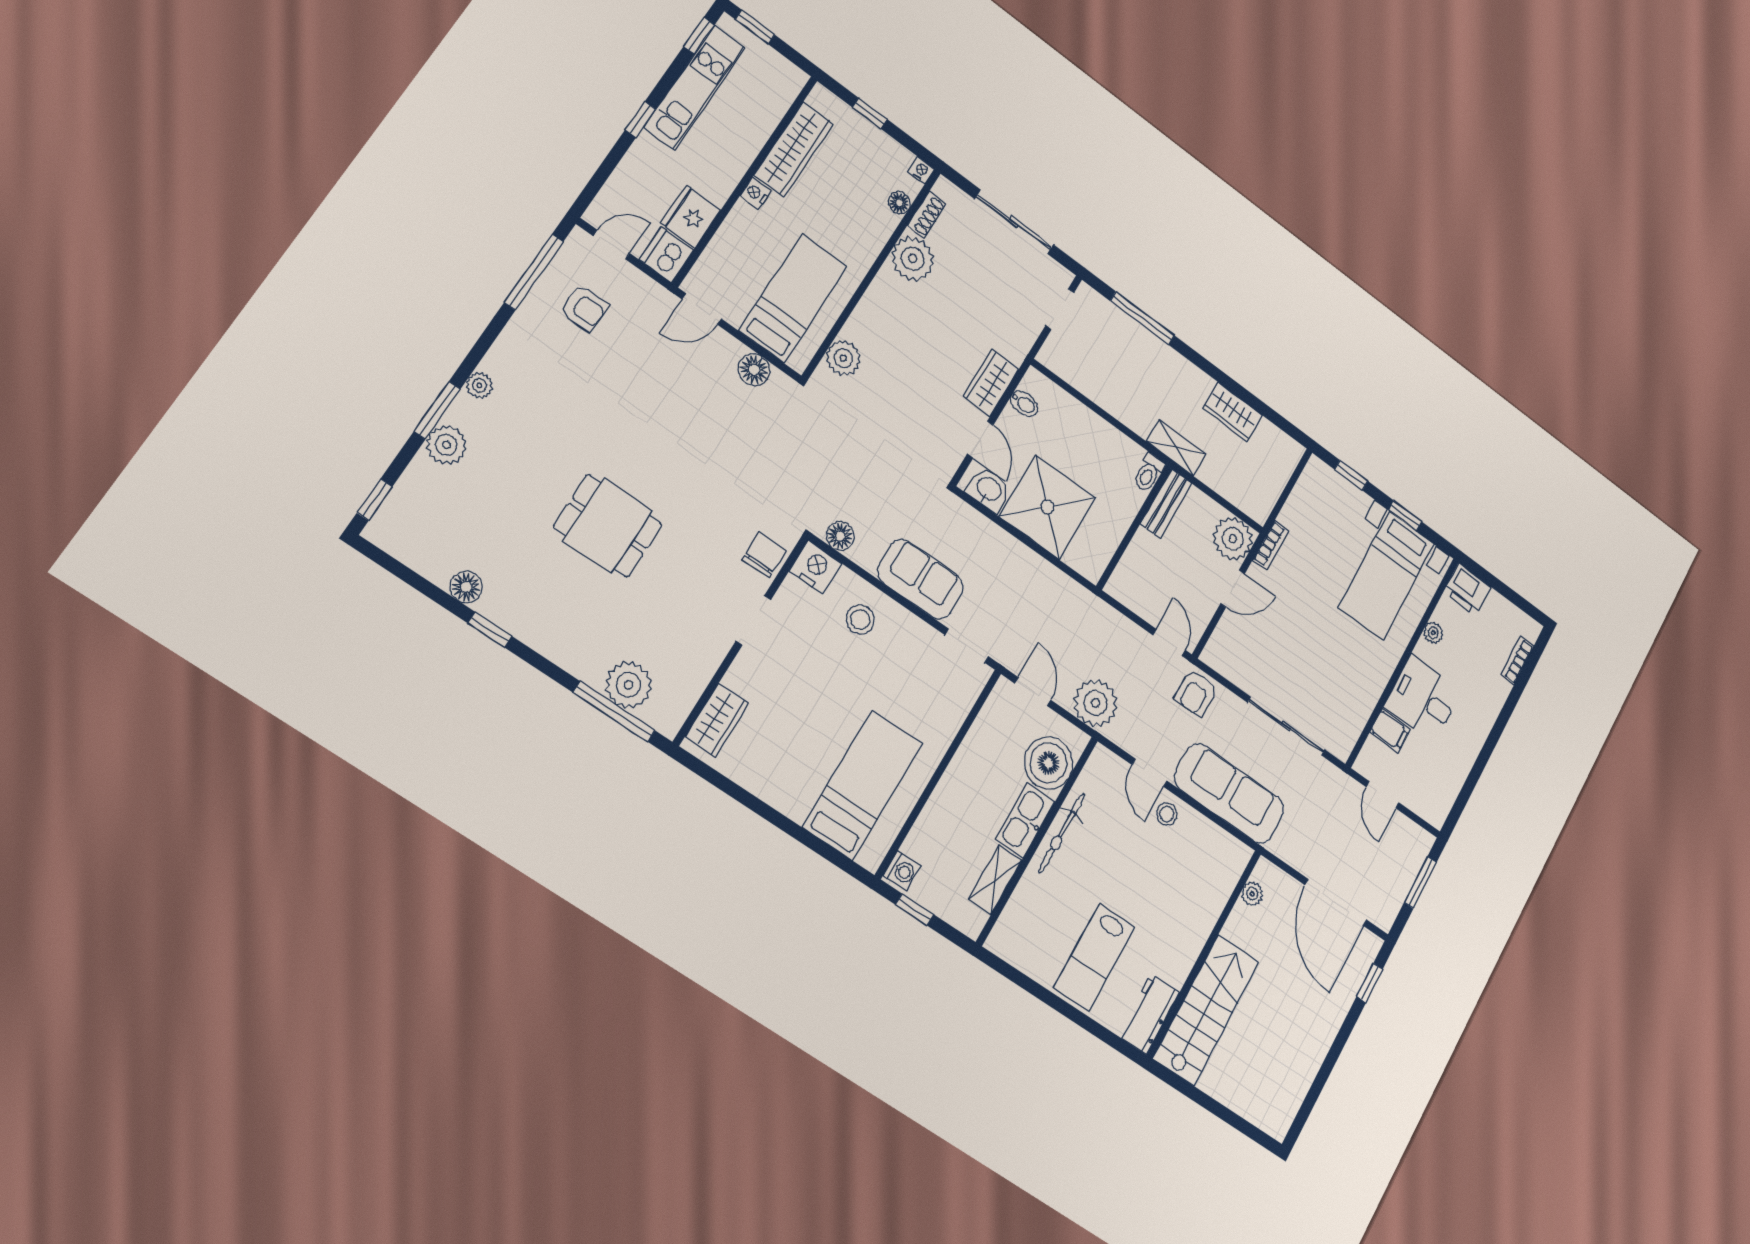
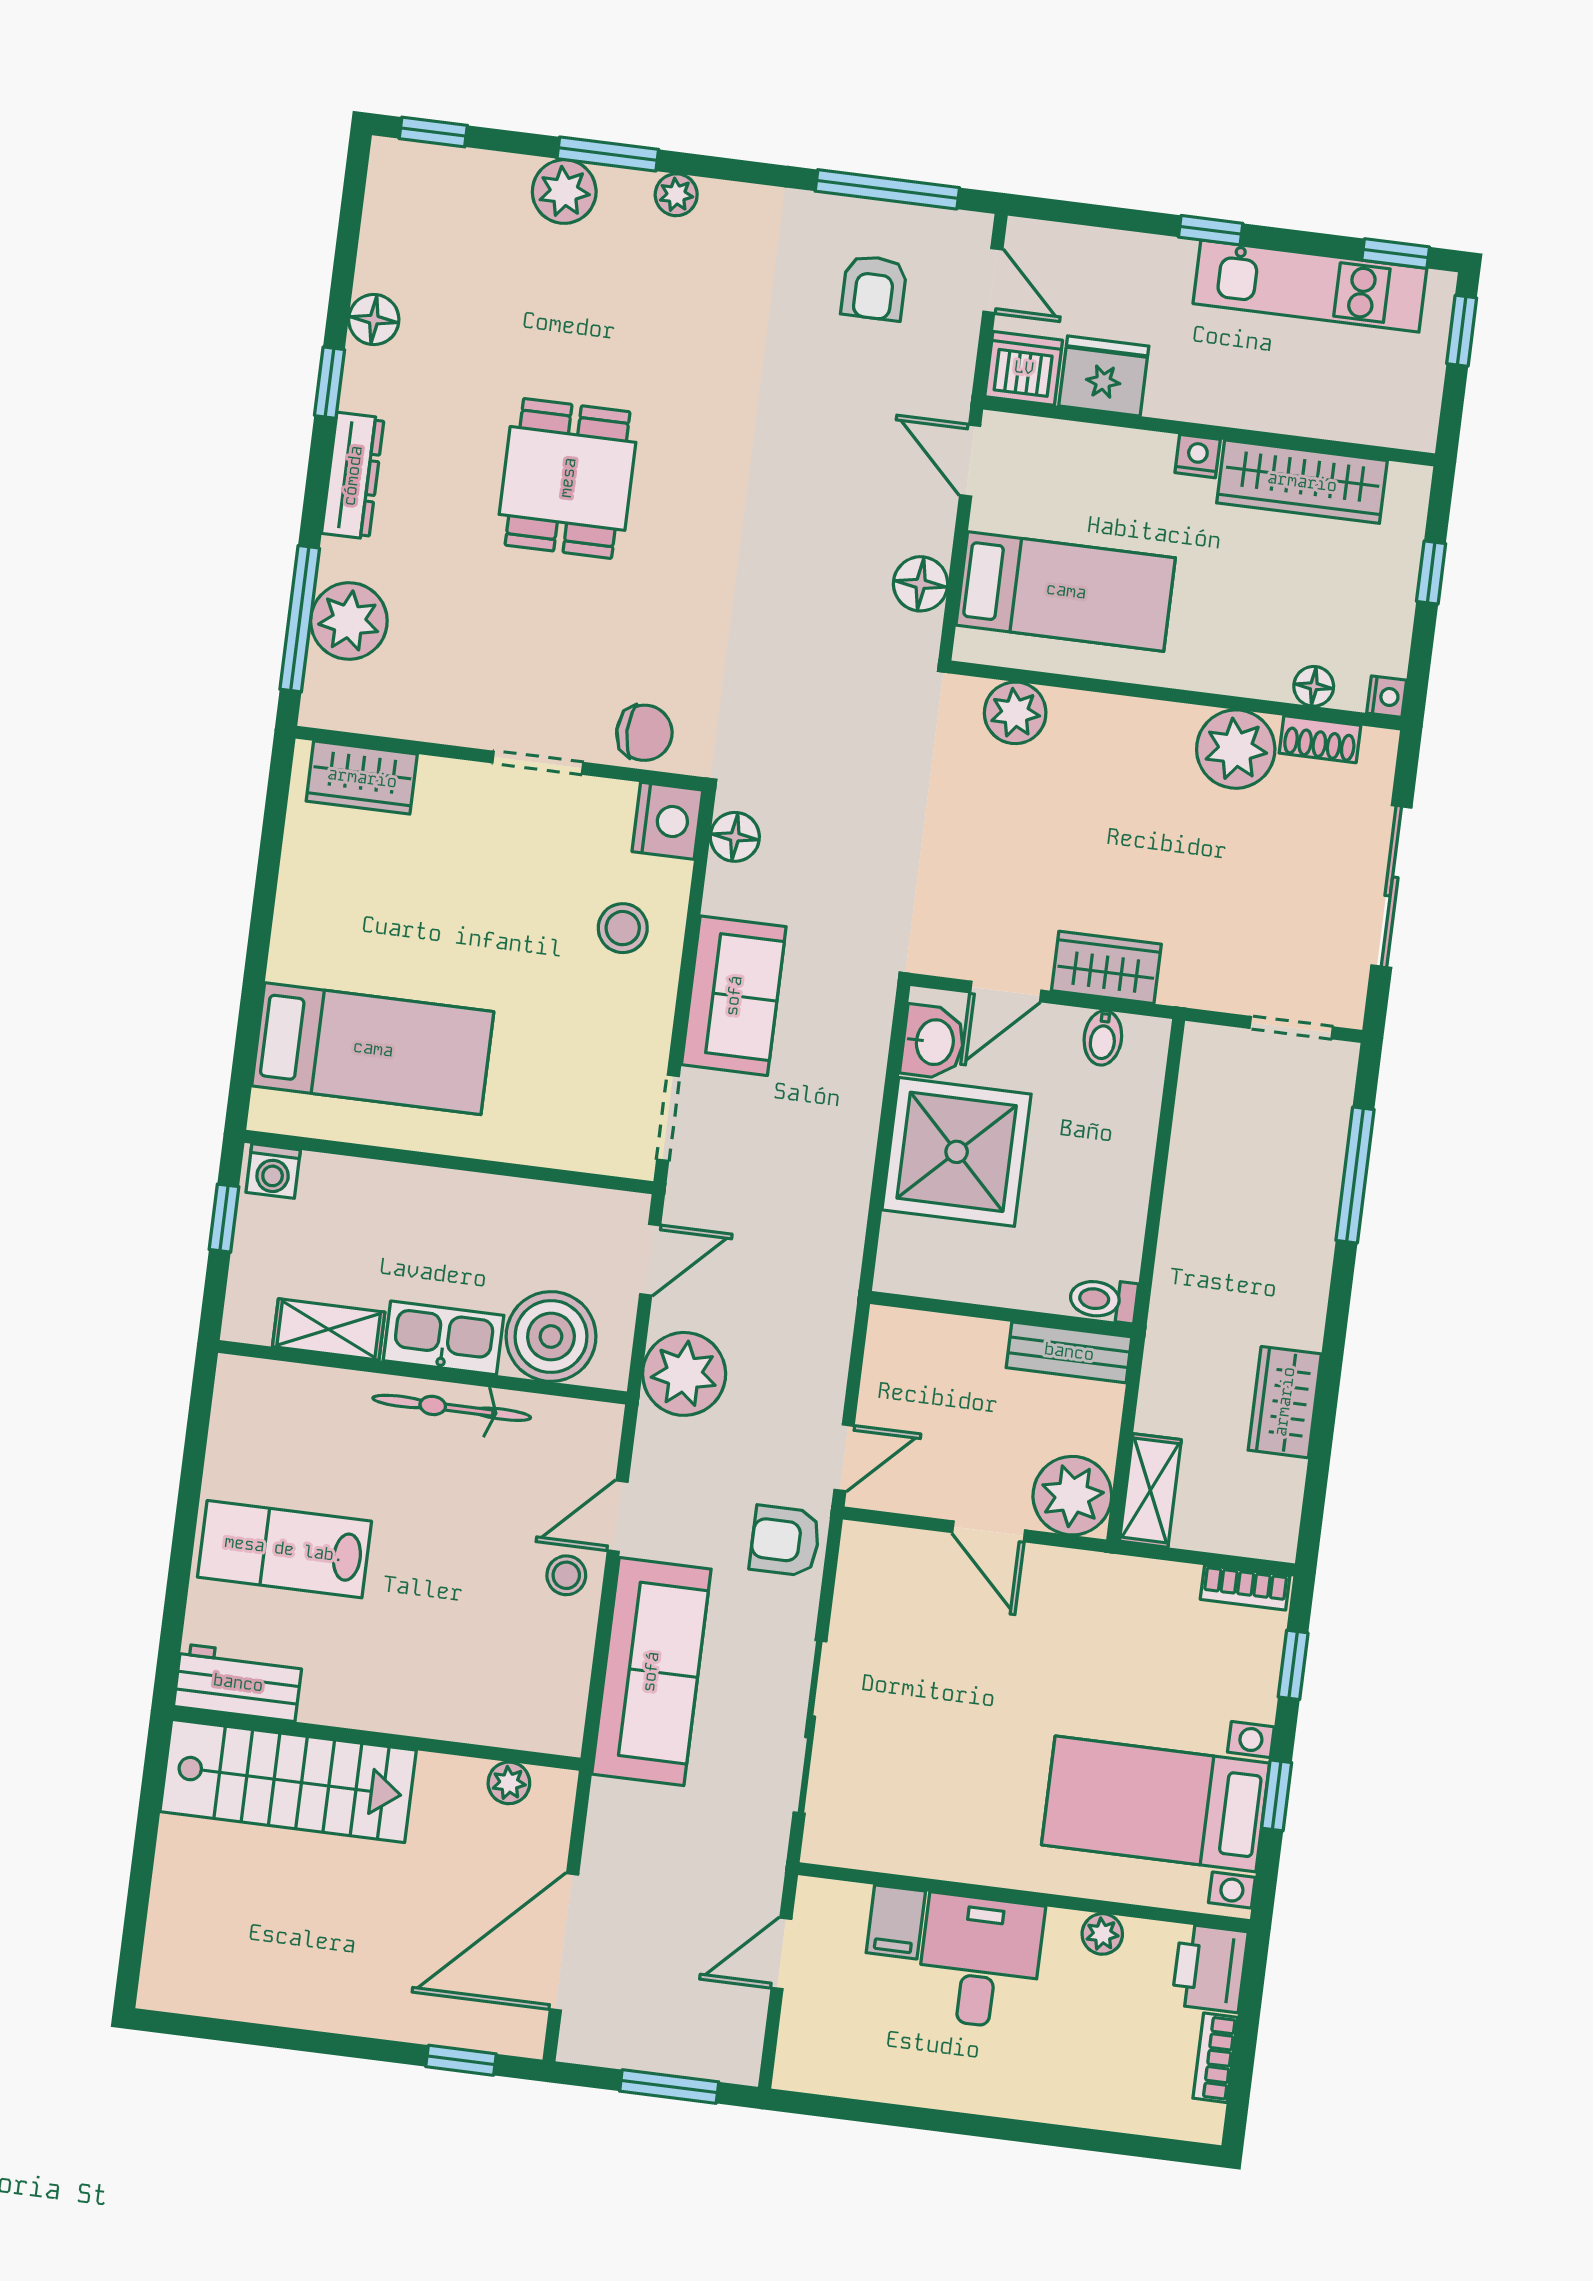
shelving: (1176, 448) -> (1150, 1490), moved
bookcase: (1271, 545) -> (1245, 1588), moved
dresser: (549, 643) -> (353, 476), added
bookcase: (1517, 660) -> (1215, 2058), moved, turned -90

